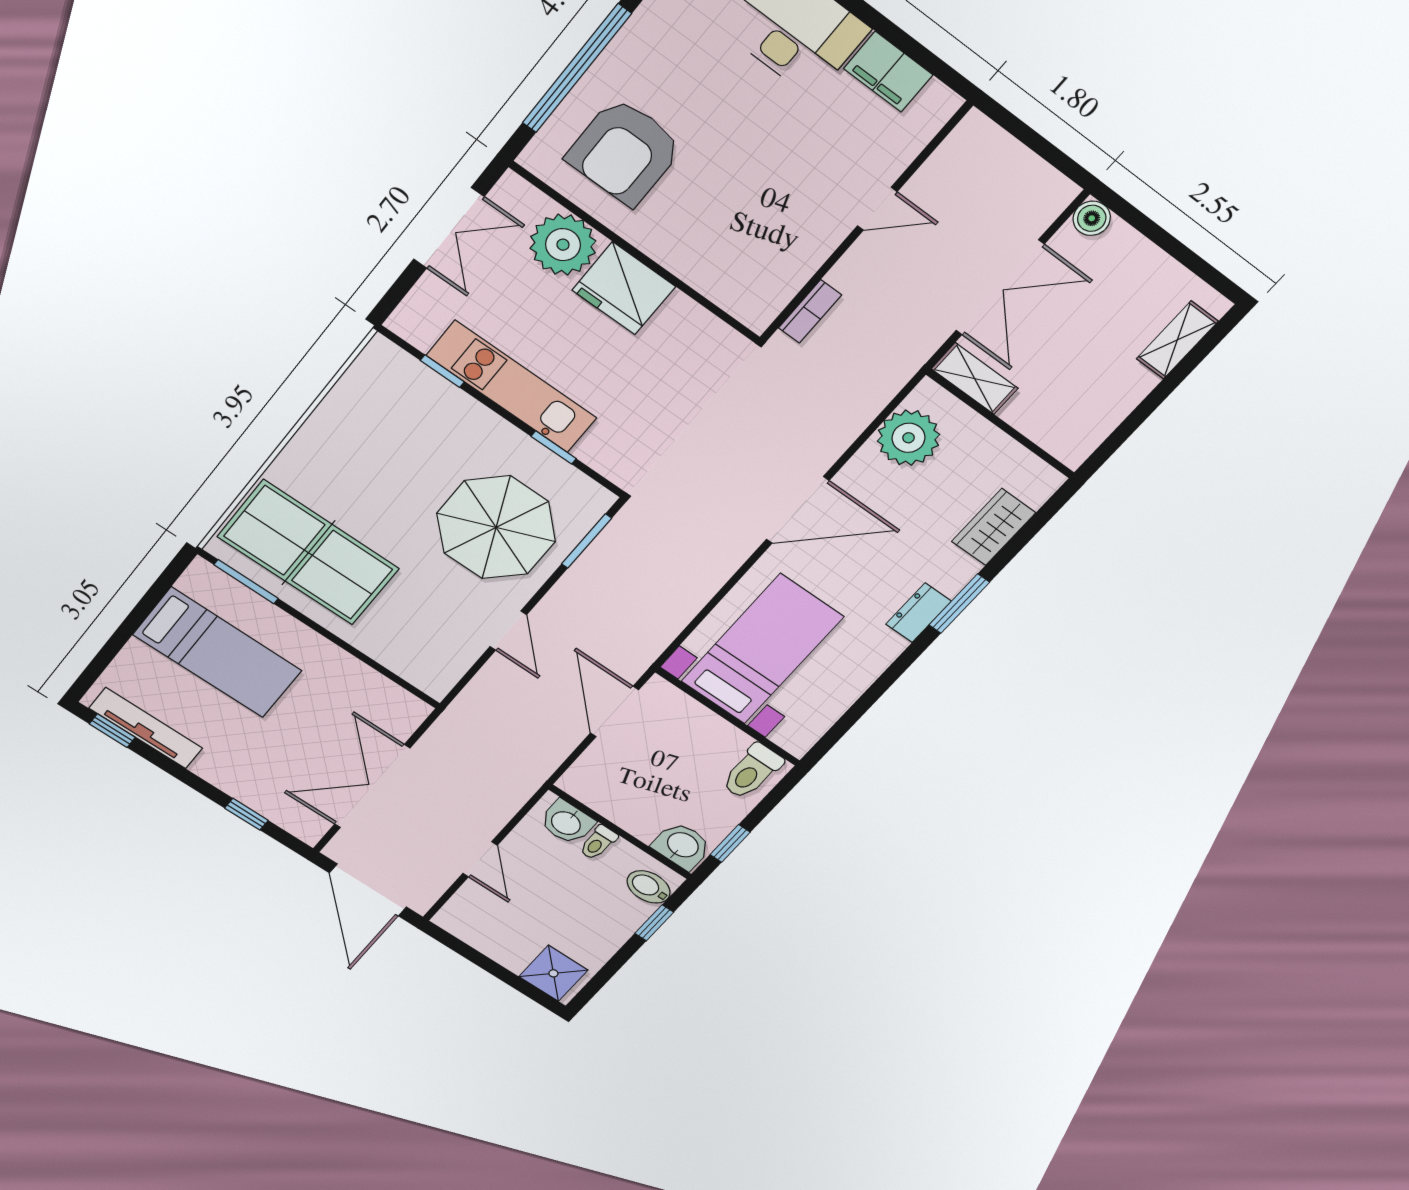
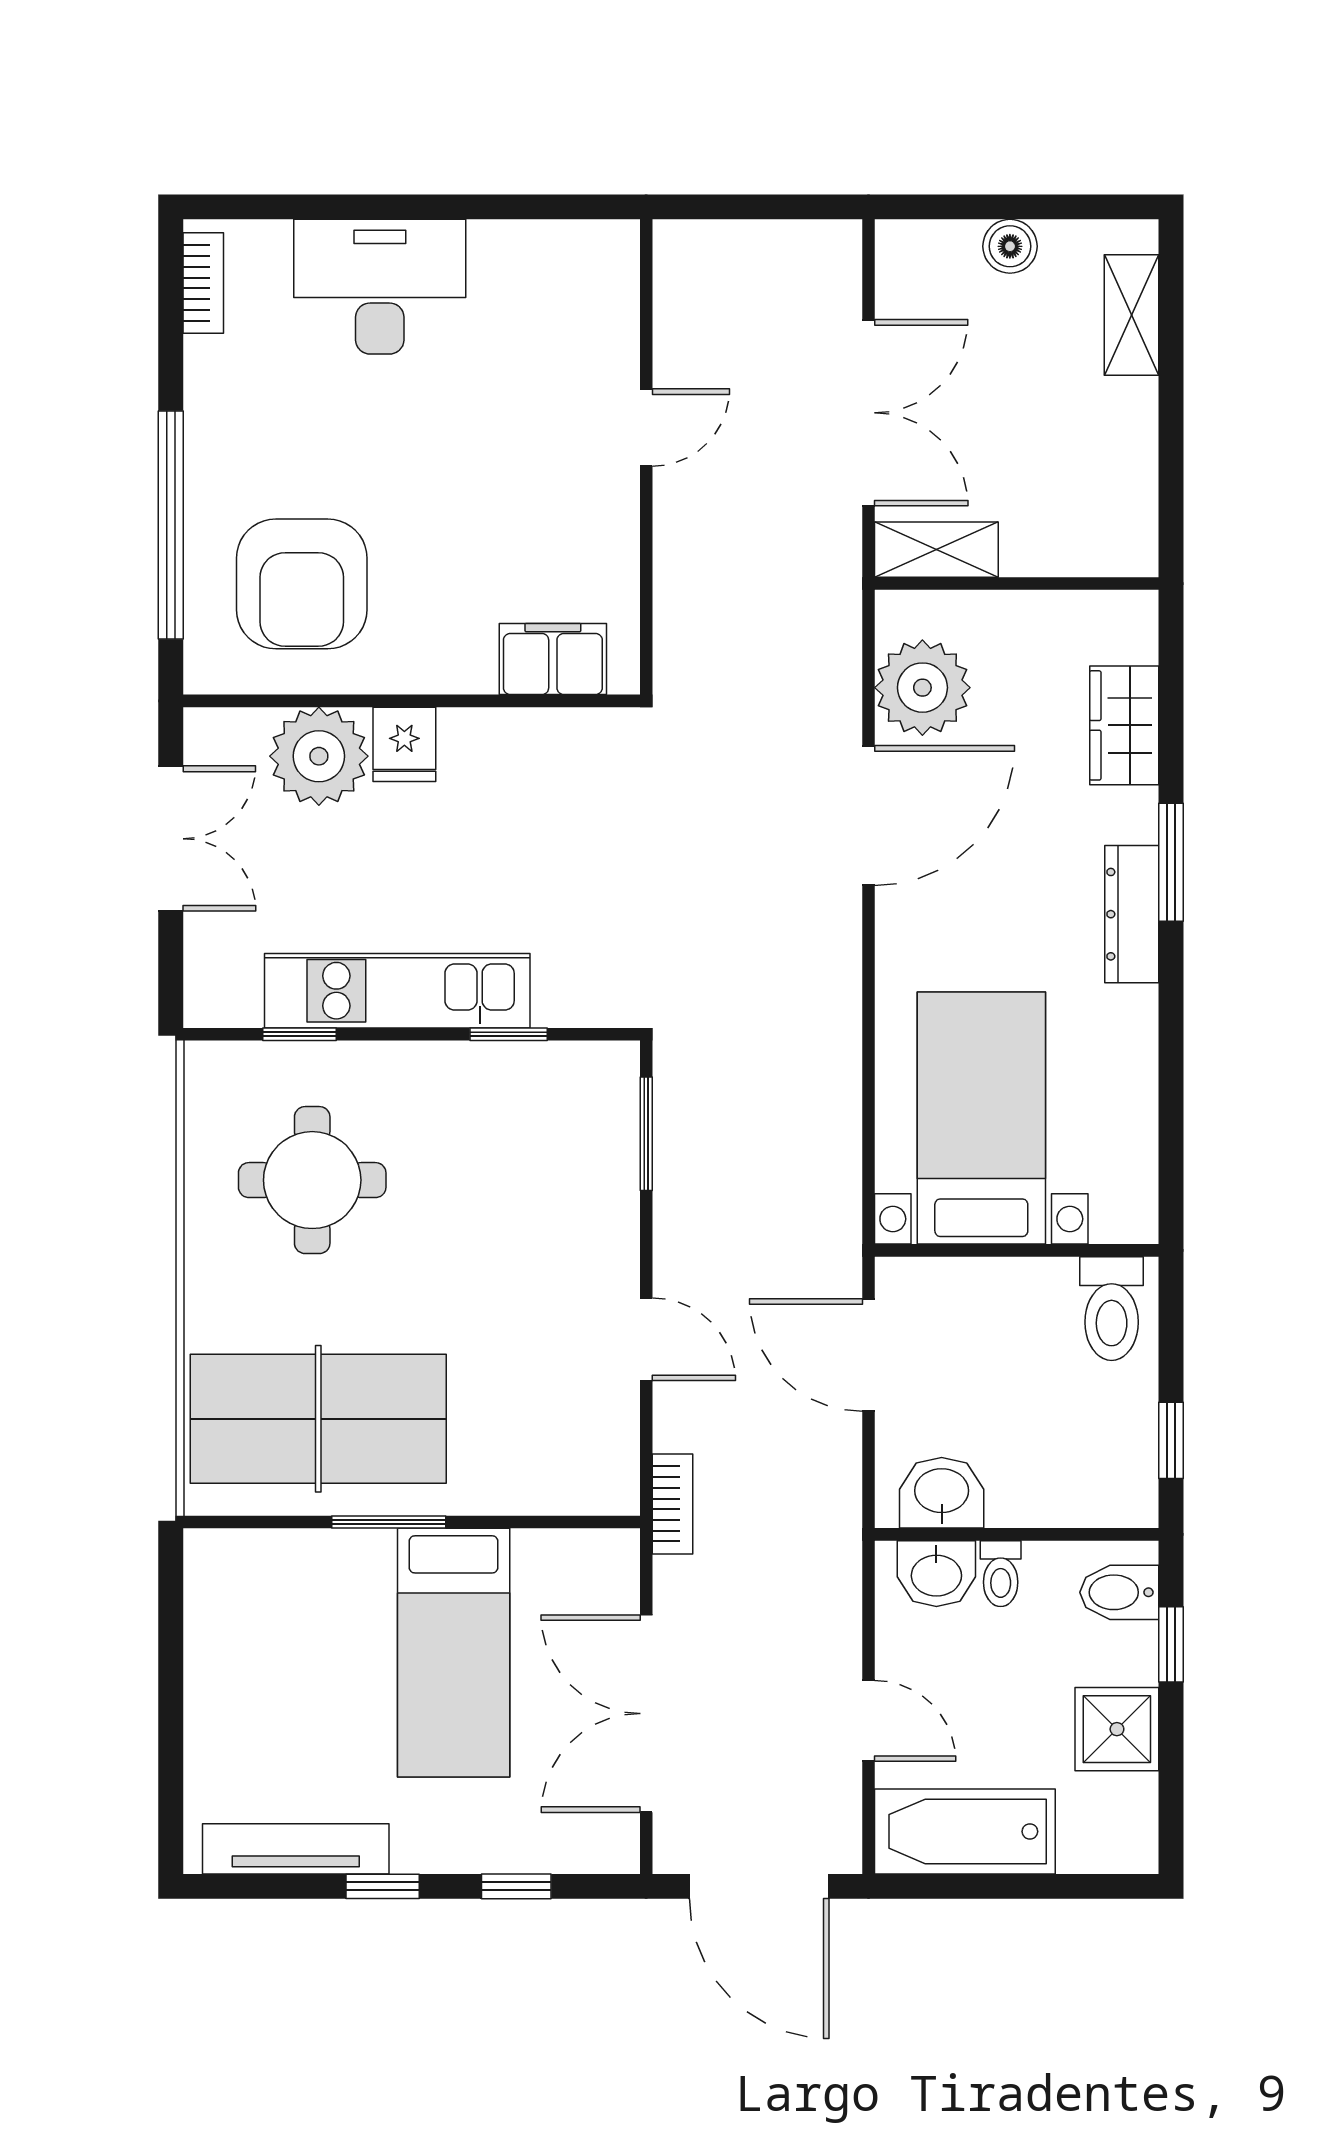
filing cabinet: (888, 72) -> (553, 659), moved, turned 180
boiler: (1092, 218) -> (1010, 246), moved
fridge: (624, 288) -> (404, 744), width x0.53, depth x0.75
bookcase: (810, 311) -> (672, 1504), moved
round table: (393, 443) -> (312, 1180), added
door: (798, 510) -> (868, 815), moved
parasol: (496, 527) -> (522, 1201), removed
window: (246, 582) -> (389, 1522), moved
dresser: (919, 613) -> (1132, 914), width x1.44
bed: (217, 653) -> (454, 1653), moved, turned 90
window: (112, 731) -> (383, 1886), moved
washbasin: (682, 846) -> (942, 1493), moved
bathtub: (488, 932) -> (965, 1831), added
shower: (553, 973) -> (1117, 1729), moved

